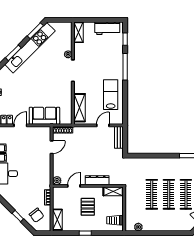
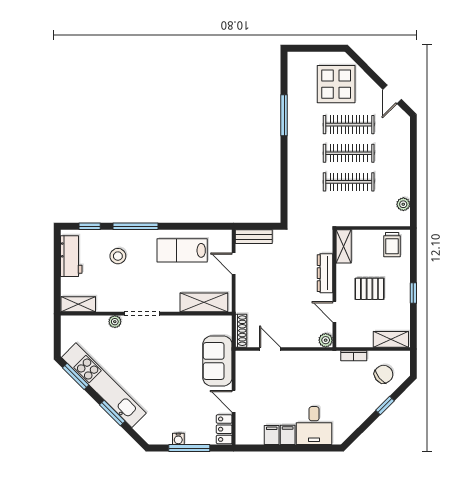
stool: (107, 56) -> (118, 256), added

